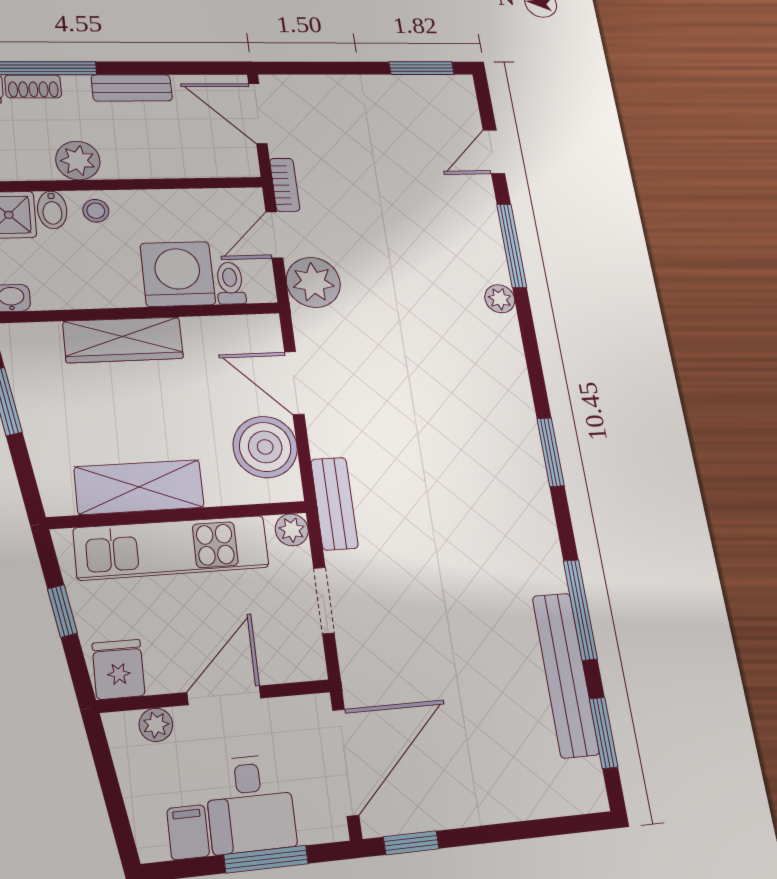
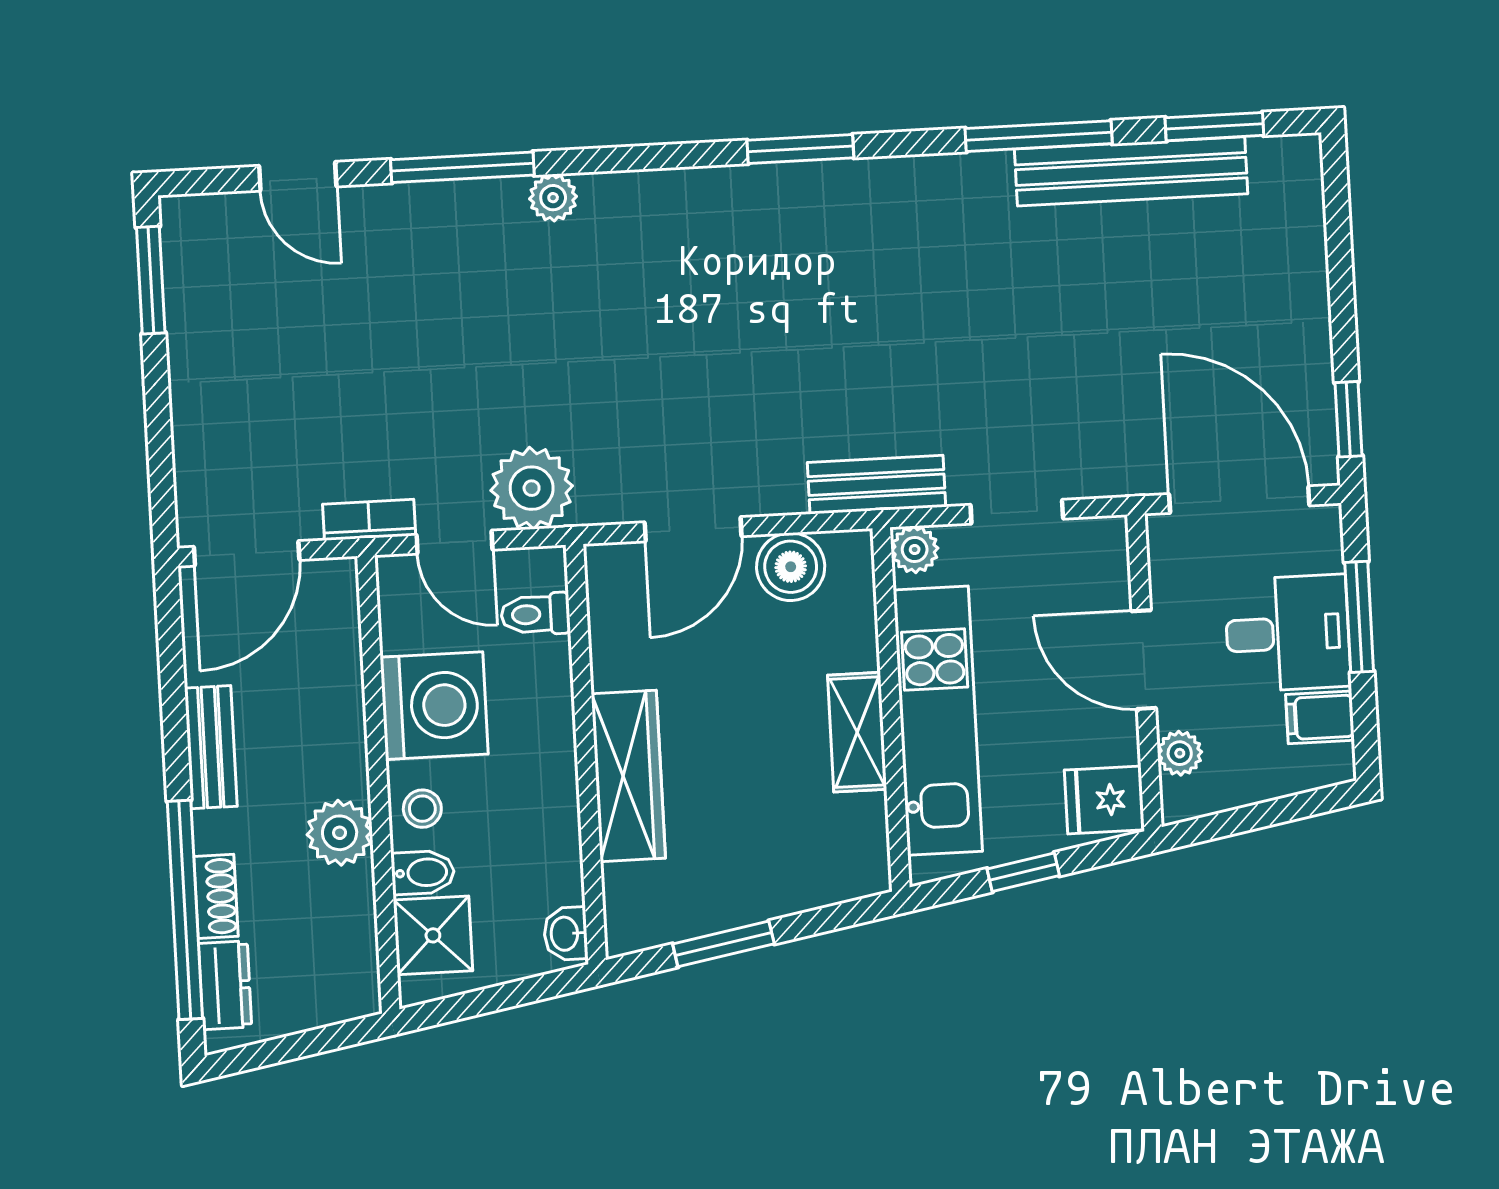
washing machine: (178, 274) -> (434, 706), moved, turned 180
boiler: (265, 447) -> (791, 567), width x0.73, depth x0.73
shelving: (139, 487) -> (857, 732), width x0.67, depth x0.75

